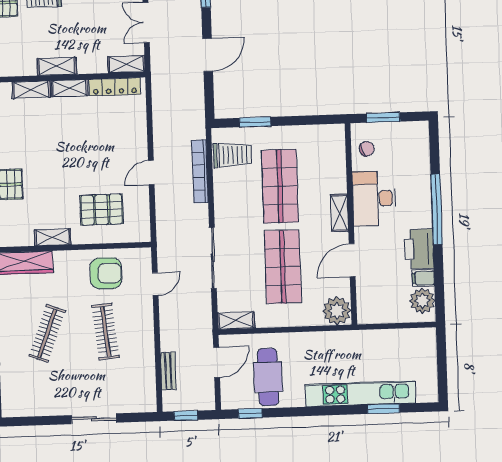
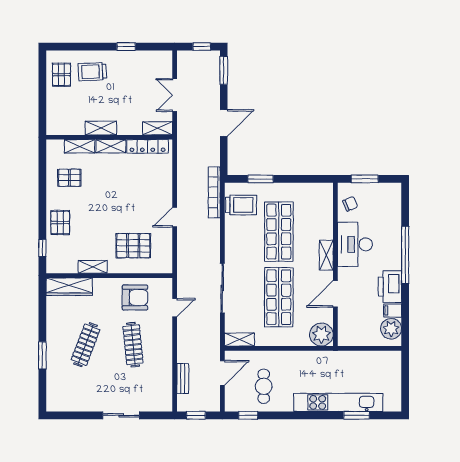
pallet: (20, 129) -> (69, 178), added
bookcase: (200, 171) -> (214, 192), moved
cafe table: (268, 377) -> (264, 386), width x0.73, depth x0.74

